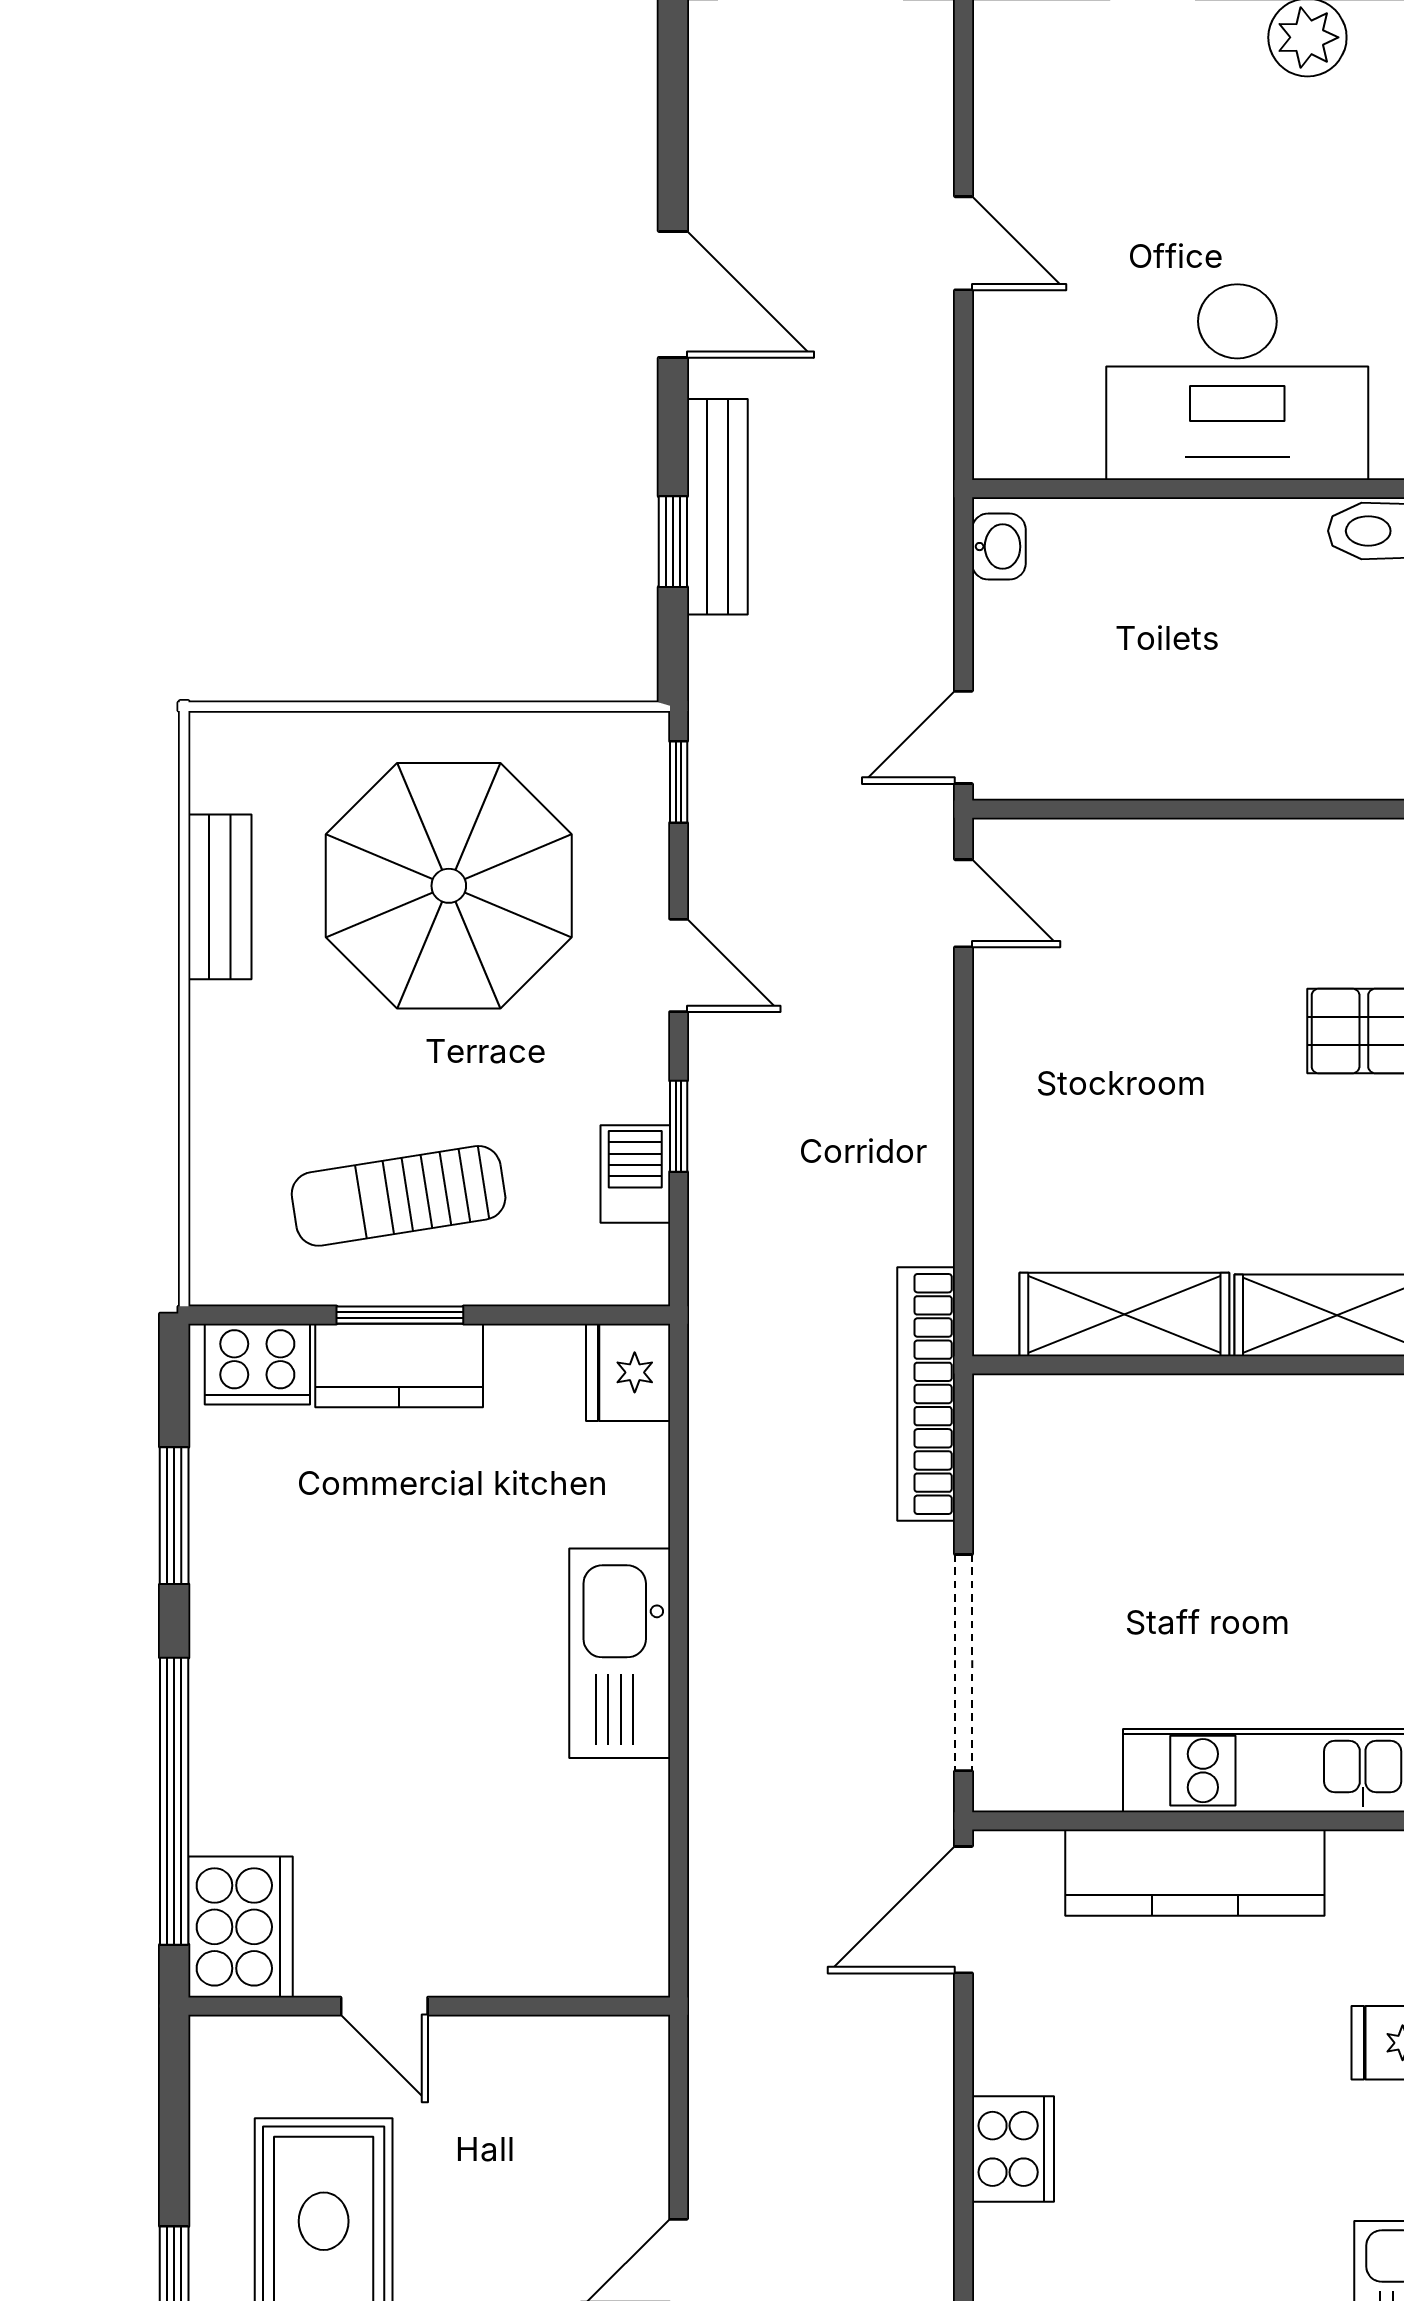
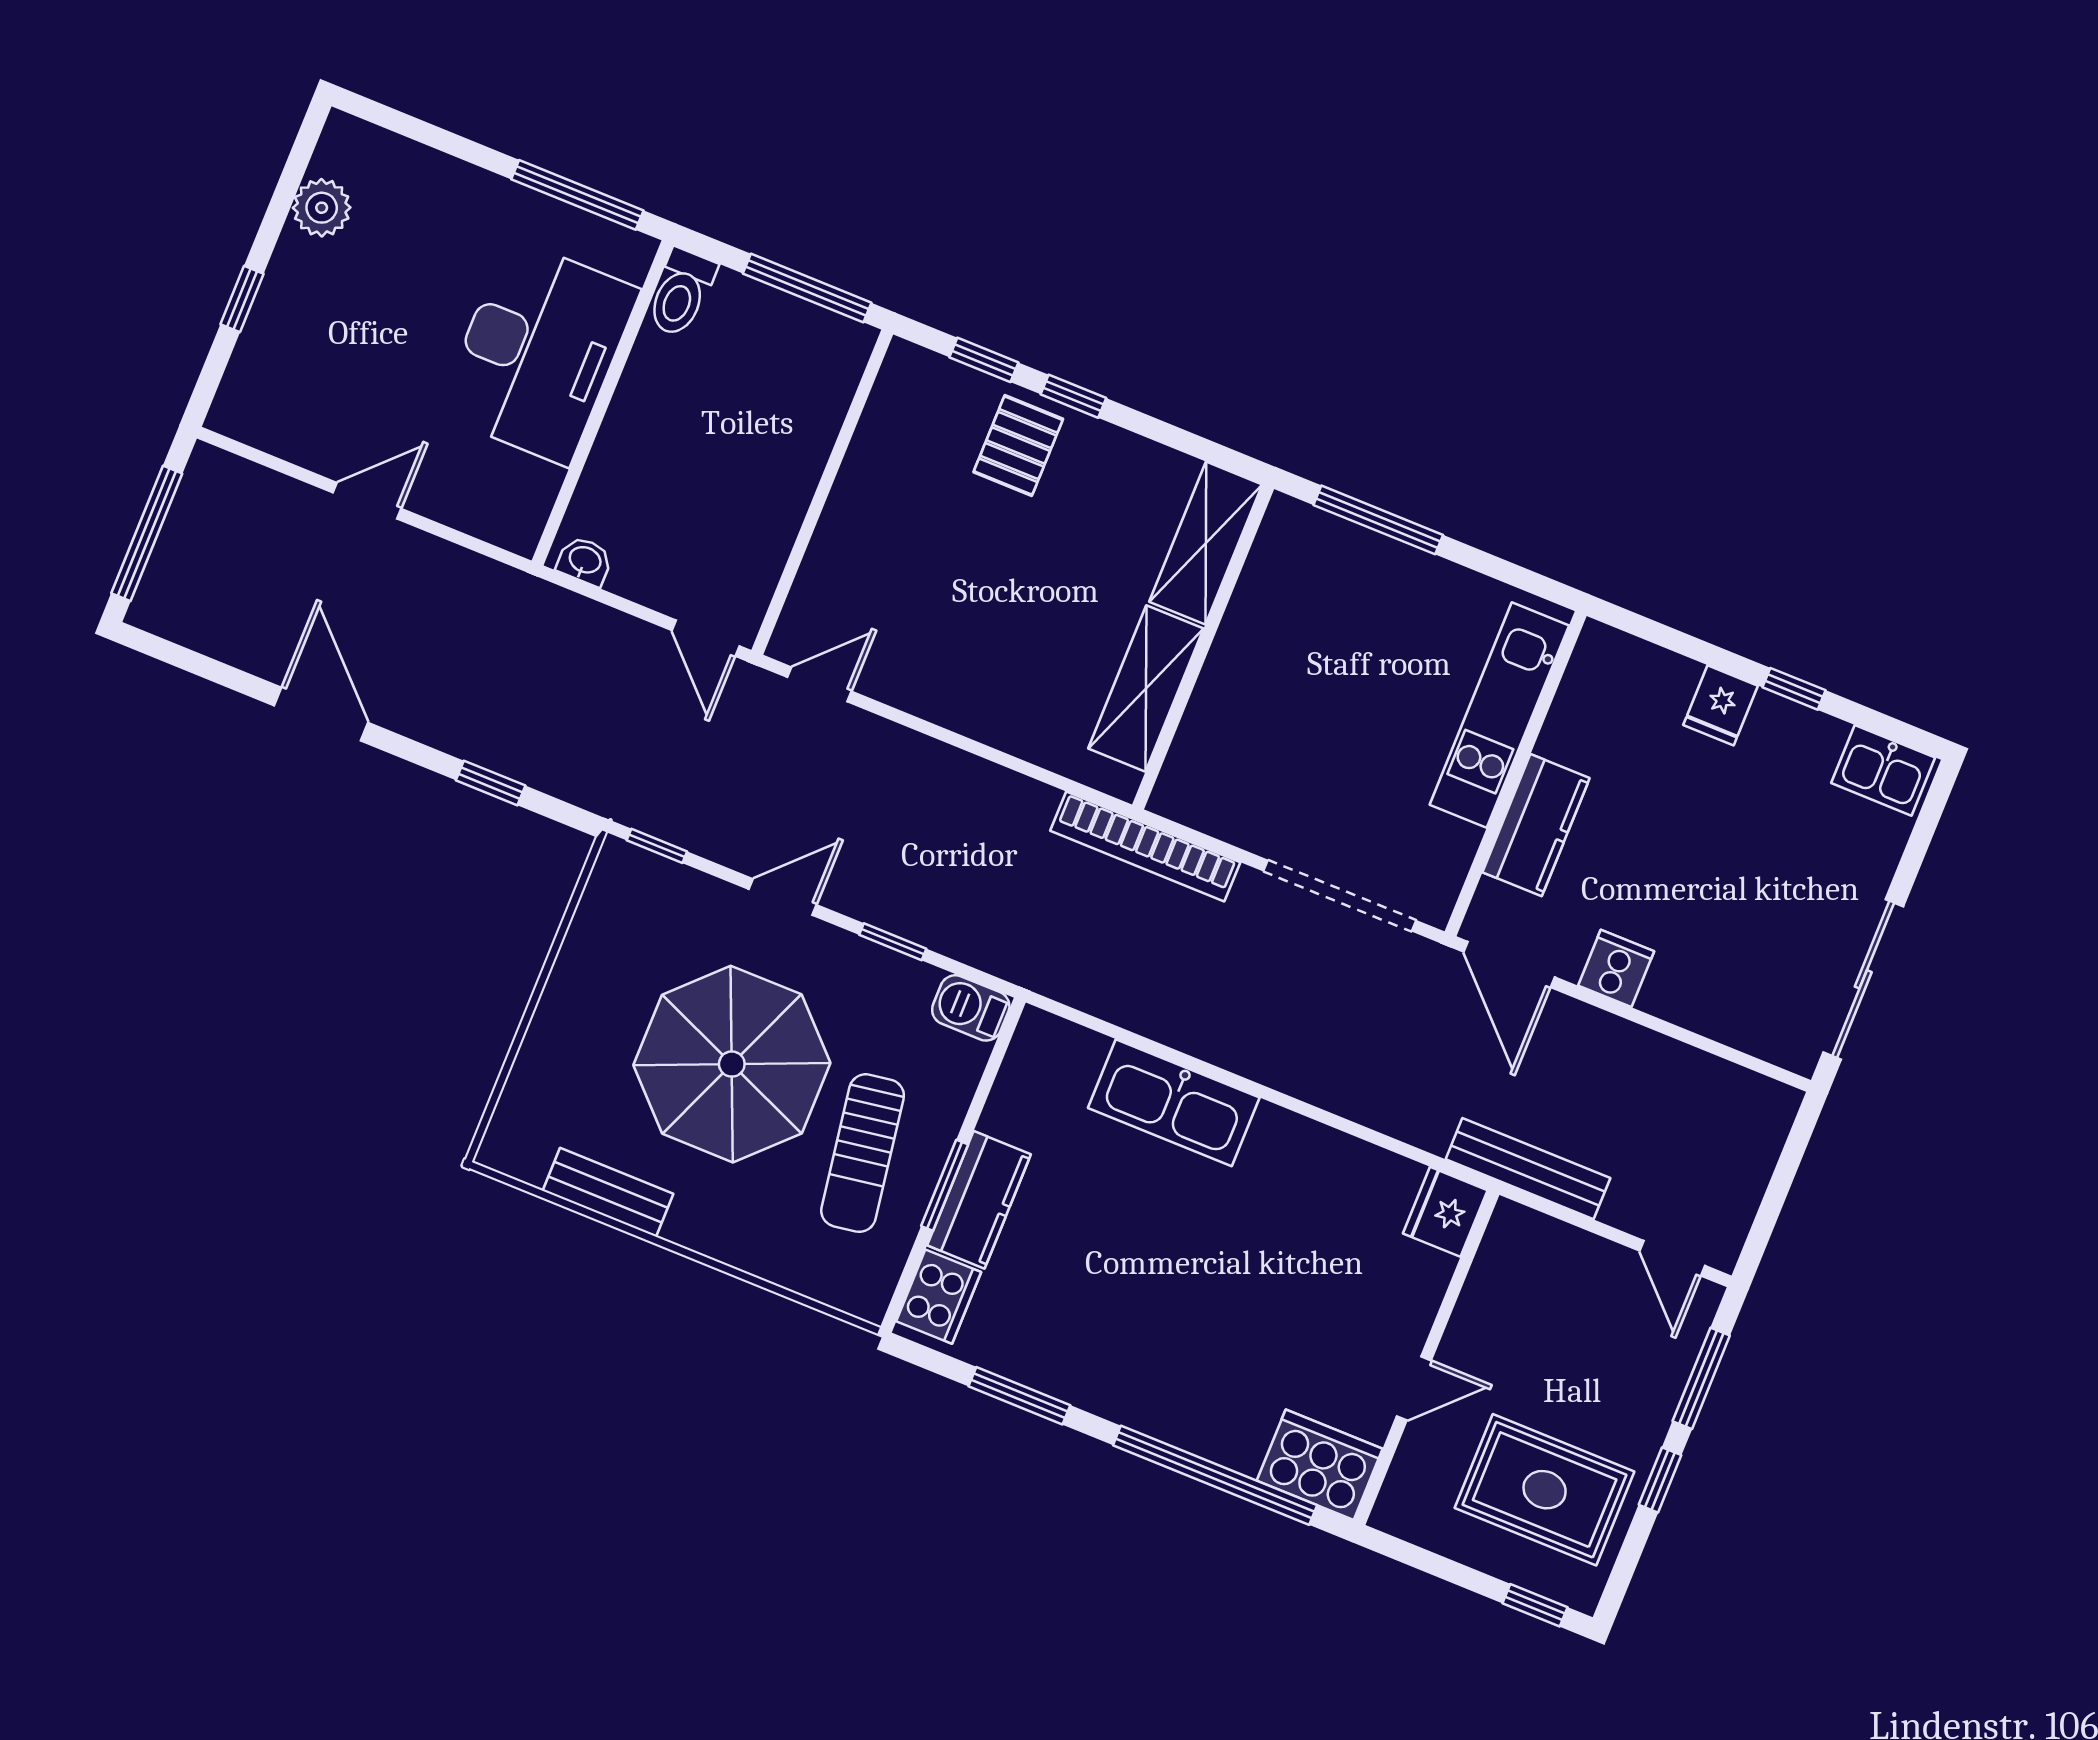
door: (673, 294) -> (321, 714), hinge flipped
bench: (717, 507) -> (1528, 1169), moved
parasol: (449, 886) -> (732, 1064), moved
barbecue: (635, 1174) -> (971, 1008), moved
fridge: (628, 1372) -> (1445, 1212), moved, turned 90
kitchen sink: (620, 1653) -> (1174, 1103), moved
kitchen counter: (1195, 1873) -> (1536, 825), width x0.67
cooker: (1013, 2149) -> (1616, 968), moved, width x0.73

